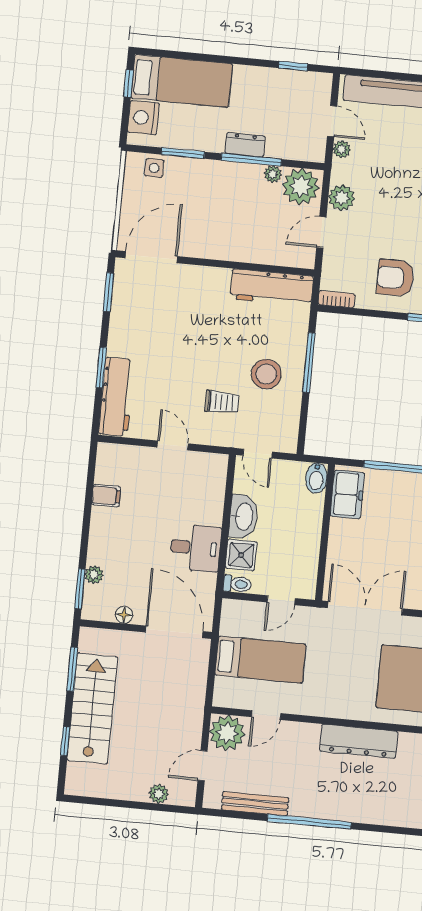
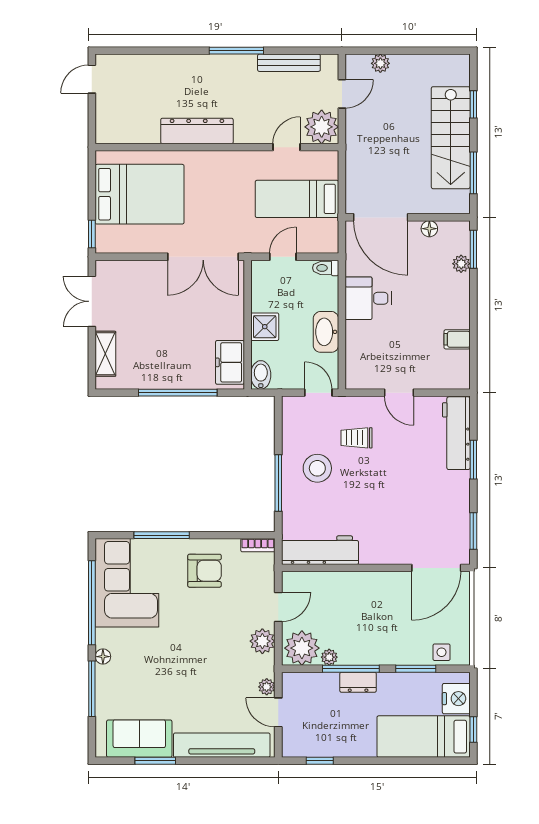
shower: (241, 555) -> (265, 327), moved
window: (309, 822) -> (236, 51), width x0.68

